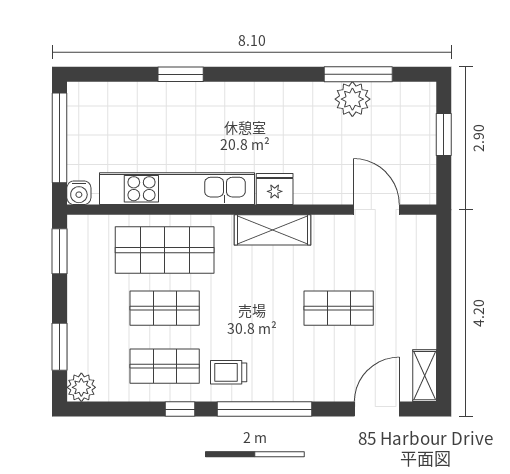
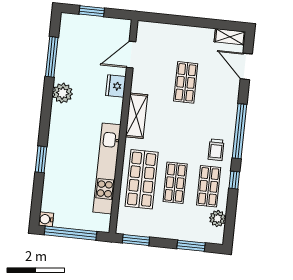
plant: (352, 99) -> (63, 93), moved
fridge: (275, 189) -> (116, 86), moved
water cooler: (79, 193) -> (46, 219), moved, turned 180
plant: (81, 387) -> (218, 218), moved

